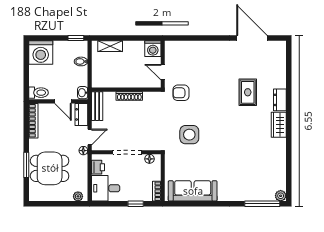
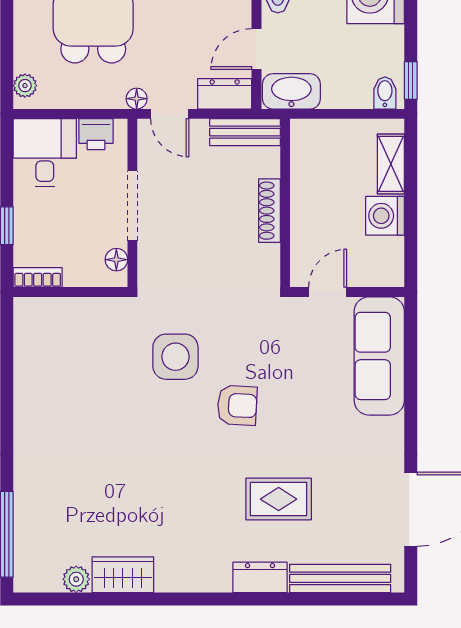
washing machine: (153, 49) -> (385, 216), moved
bidet: (81, 61) -> (385, 93), moved
bench: (280, 67) -> (340, 578), added
washbasin: (83, 93) -> (291, 91), width x1.91, depth x1.45
armchair: (181, 93) -> (237, 405), moved, turned 93
wardrobe: (279, 125) -> (123, 575), moved
sofa: (193, 191) -> (379, 356), moved, turned 180
plant: (281, 196) -> (76, 579), moved

